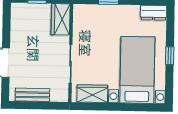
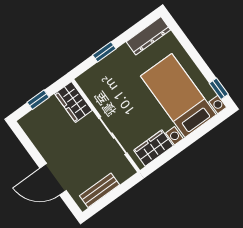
dresser: (154, 13) -> (148, 36), width x1.44
window: (170, 56) -> (219, 89), moved

